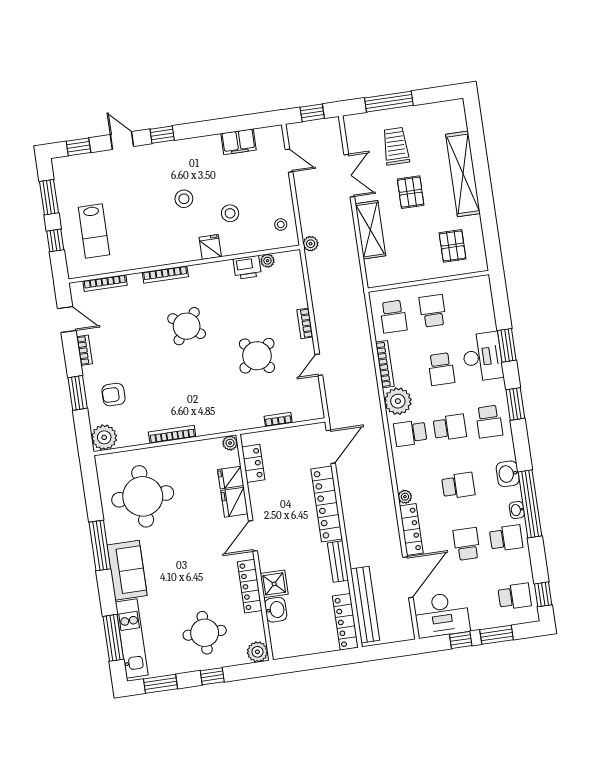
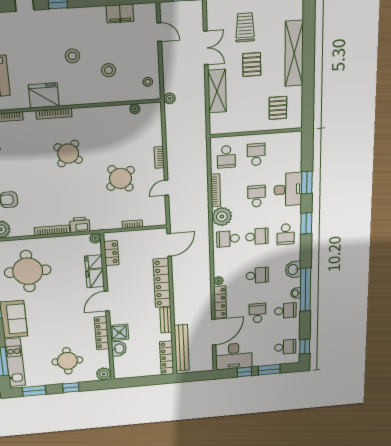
fridge: (210, 247) -> (44, 95), moved, width x1.88, depth x1.34
printer: (247, 267) -> (80, 225), moved, turned 180
school desk: (441, 369) -> (257, 196), turned 180

